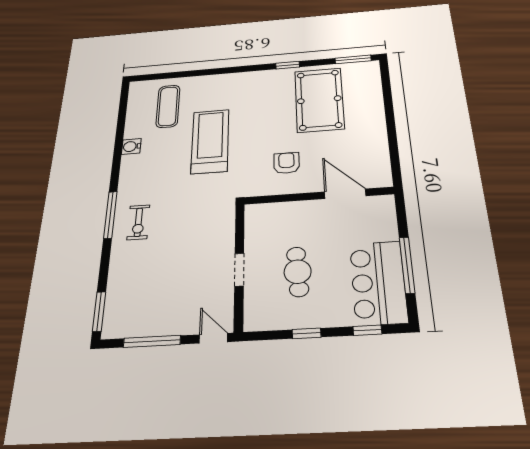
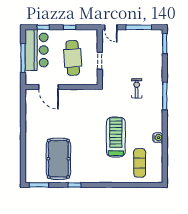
treadmill: (210, 141) -> (116, 137), turned 180
armchair: (287, 163) -> (76, 119), removed
door: (345, 194) -> (48, 87), moved
wall: (318, 196) -> (61, 87), moved
exercise bike: (138, 222) -> (137, 88), moved
cafe table: (298, 272) -> (73, 58), width x1.37, depth x1.35

